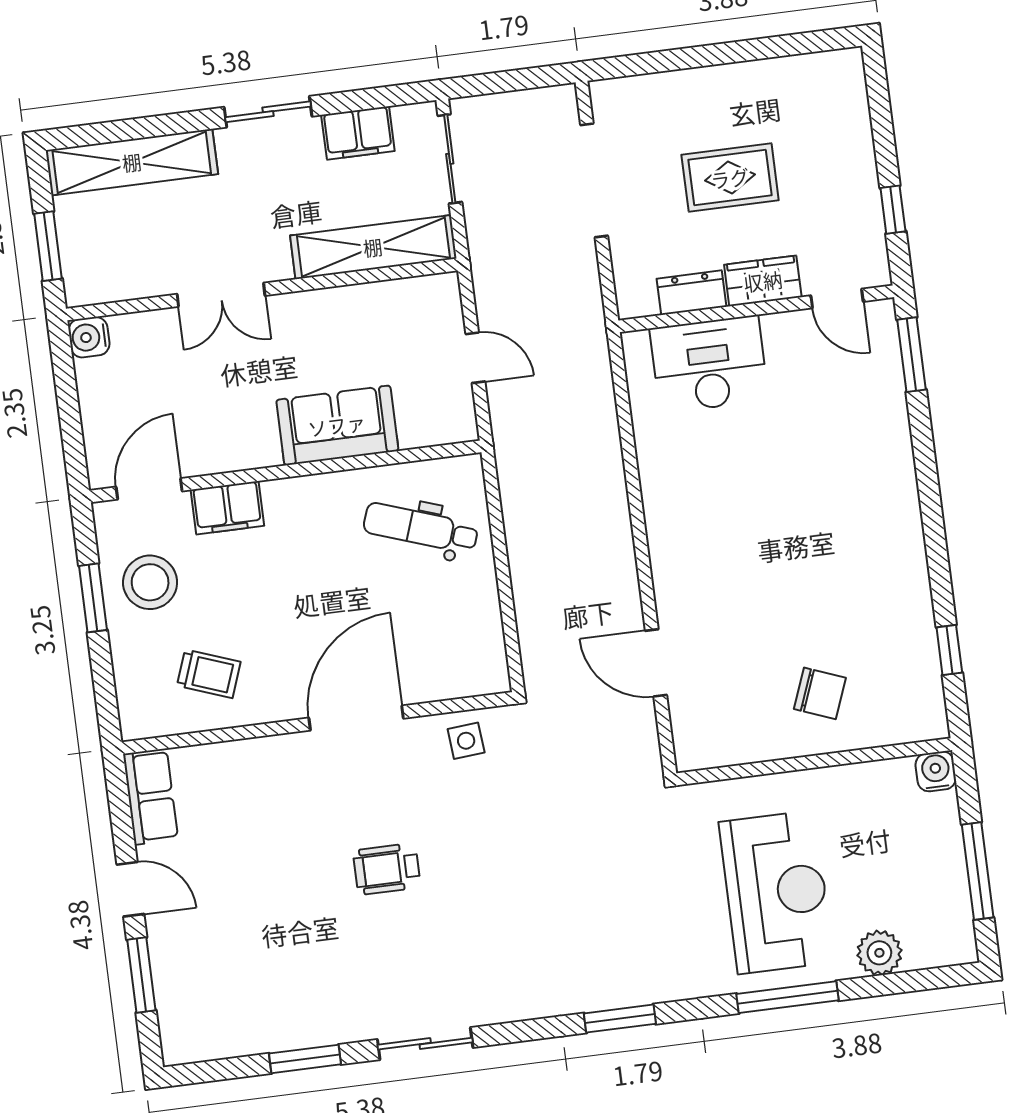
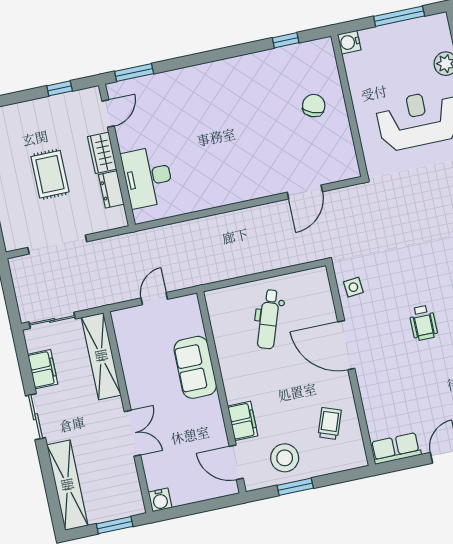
dental chair: (421, 528) -> (269, 319), moved

